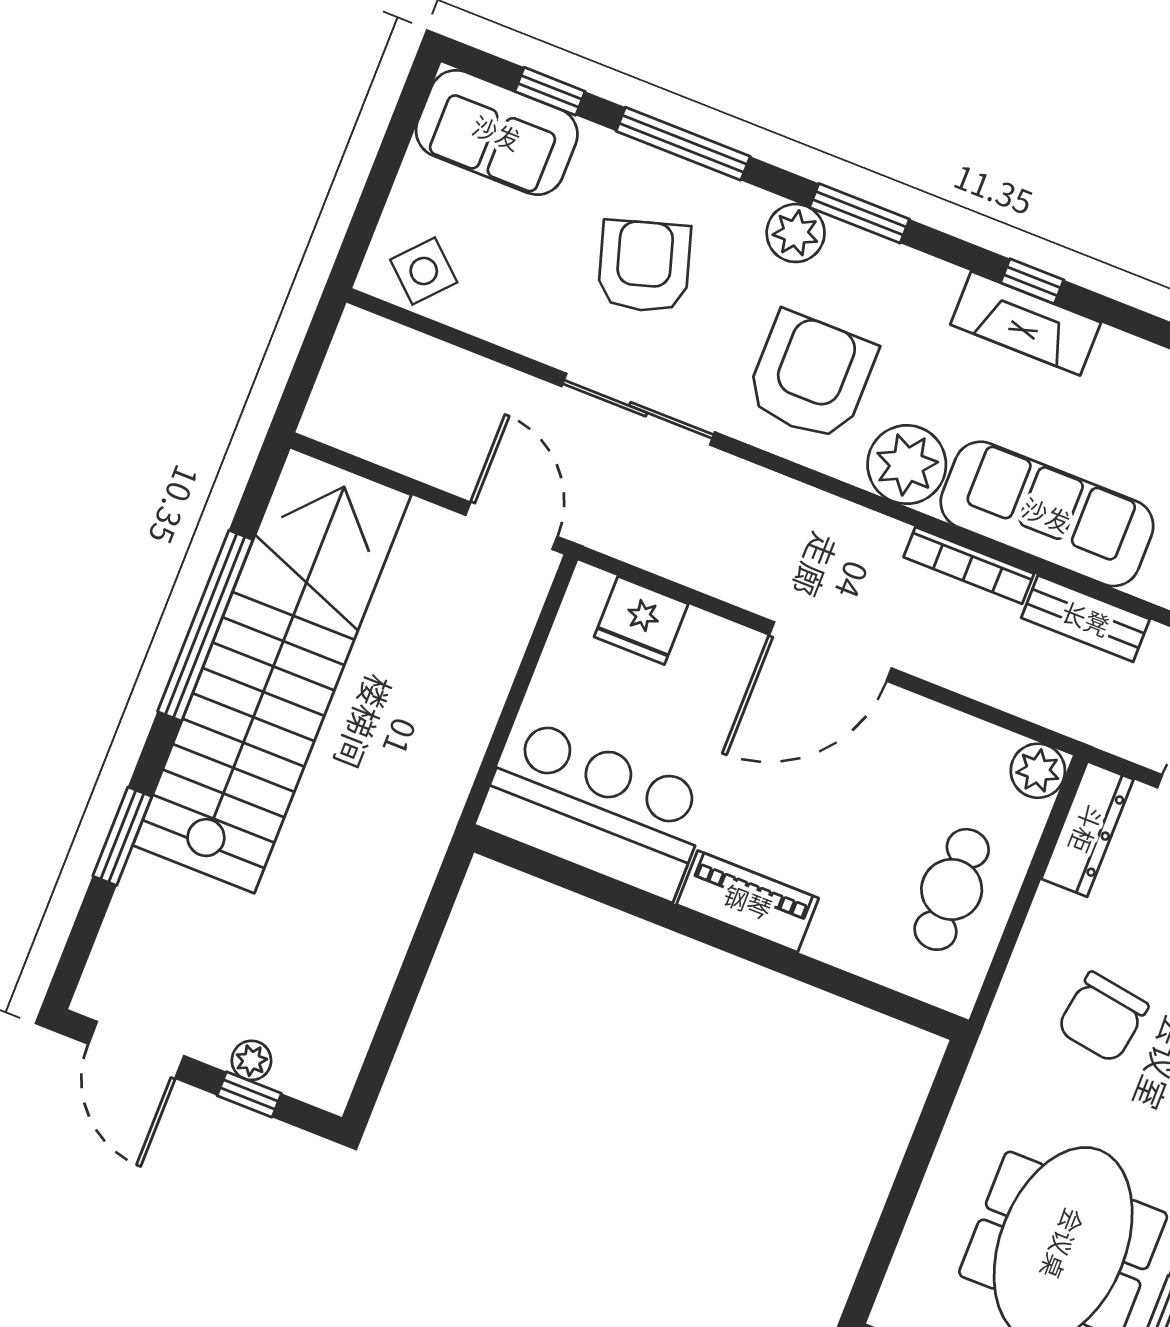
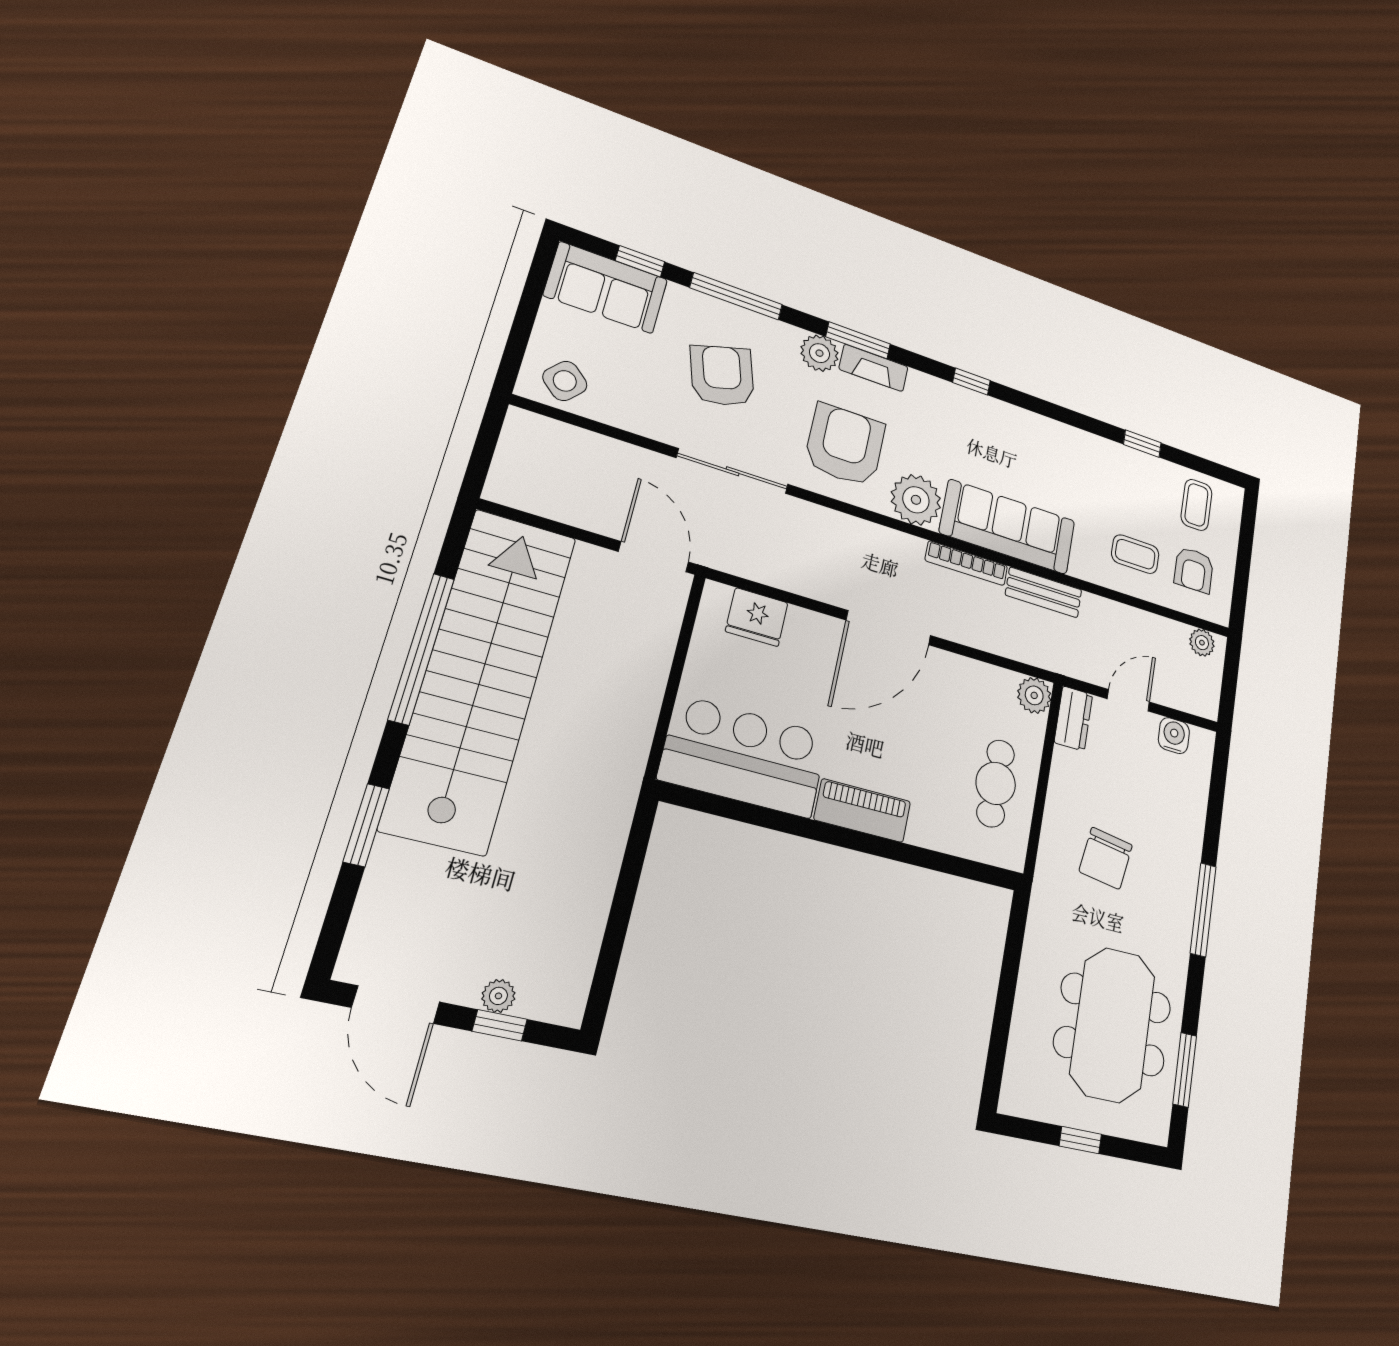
fireplace: (1026, 323) -> (874, 368), moved, width x0.73, depth x0.76
dresser: (1087, 829) -> (1073, 718), width x0.70

